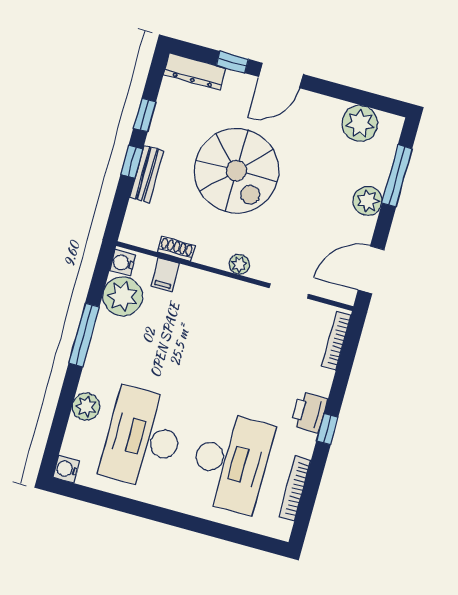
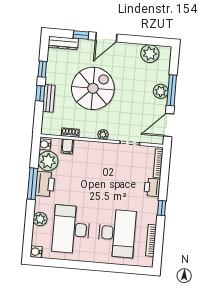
spiral stairs: (236, 171) -> (93, 88), turned -90
window: (397, 176) -> (172, 90), moved
printer: (108, 340) -> (45, 184), added
printer: (309, 412) -> (152, 187), moved

